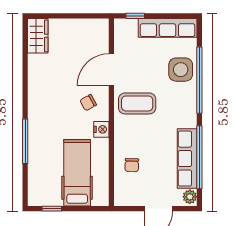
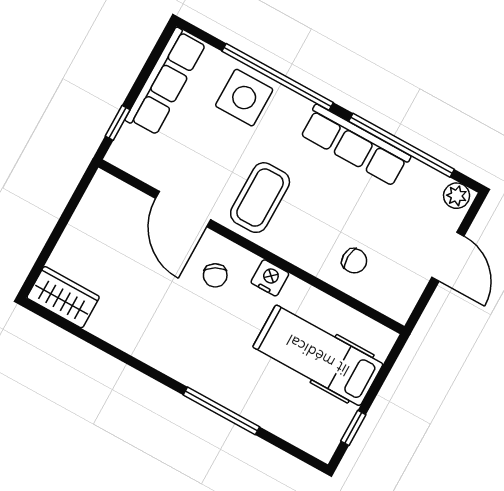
row of seats: (187, 159) -> (355, 145), moved

